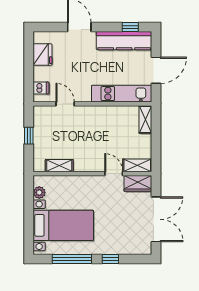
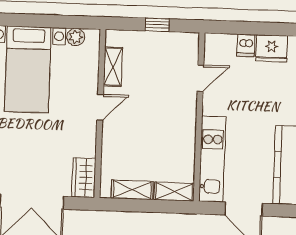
dishwasher: (41, 88) -> (246, 45), moved
shelving: (137, 165) -> (132, 190), moved, turned 90
door: (114, 174) -> (100, 107), moved

